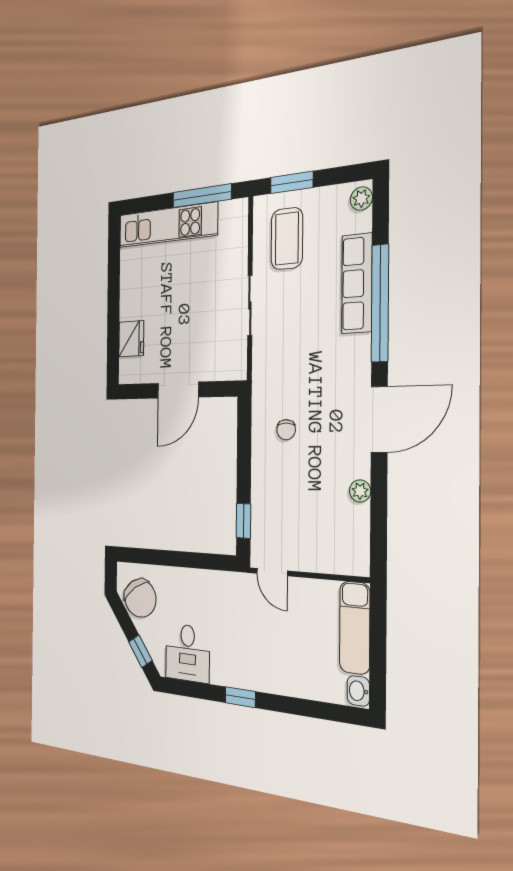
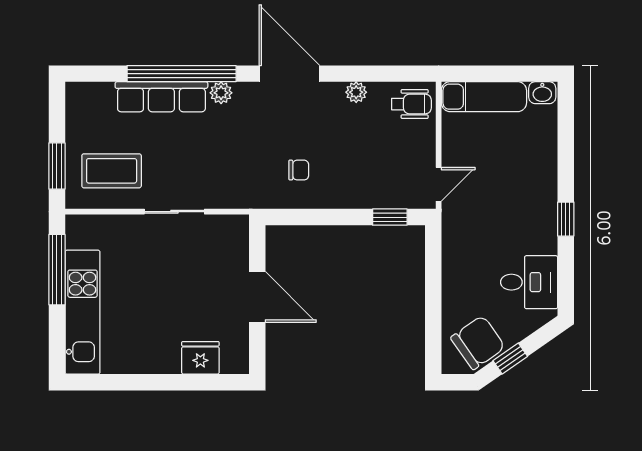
plant: (361, 199) -> (221, 93), moved
wheelchair: (348, 549) -> (411, 104), added
window: (140, 651) -> (510, 358), moved

